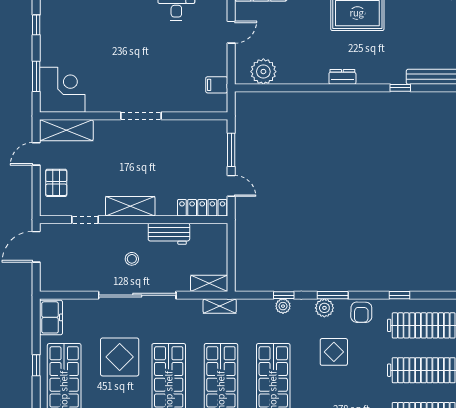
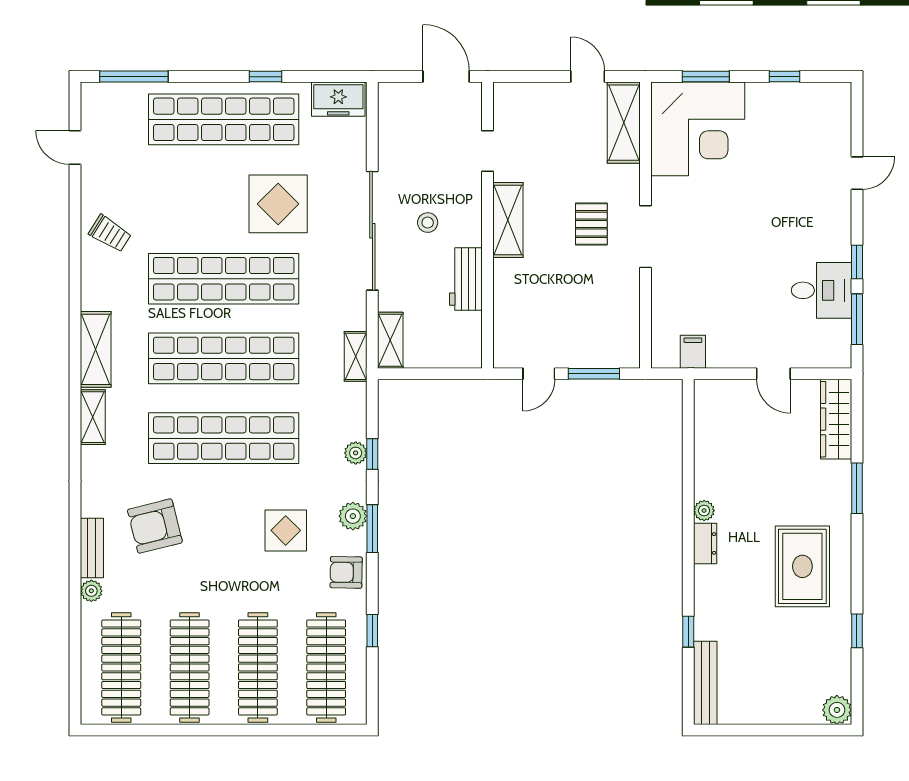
plant: (263, 72) -> (704, 511), moved, width x0.53, depth x0.53
corner desk: (62, 90) -> (698, 129), width x1.36, depth x1.36
pallet: (56, 183) -> (591, 224), moved, turned 90
locker: (202, 208) -> (506, 330), removed

